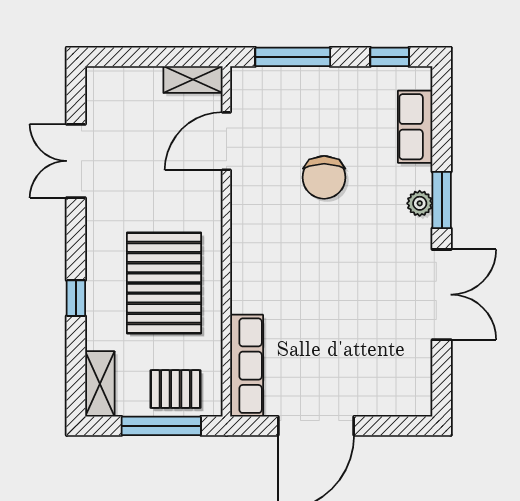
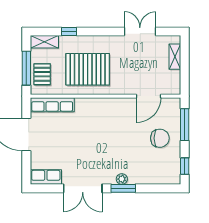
shelving: (193, 80) -> (175, 57), moved
row of seats: (415, 127) -> (46, 177), moved
door: (226, 141) -> (148, 96), swing flipped
chair: (324, 177) -> (160, 138), moved, turned 180
window: (76, 298) -> (69, 32), moved

